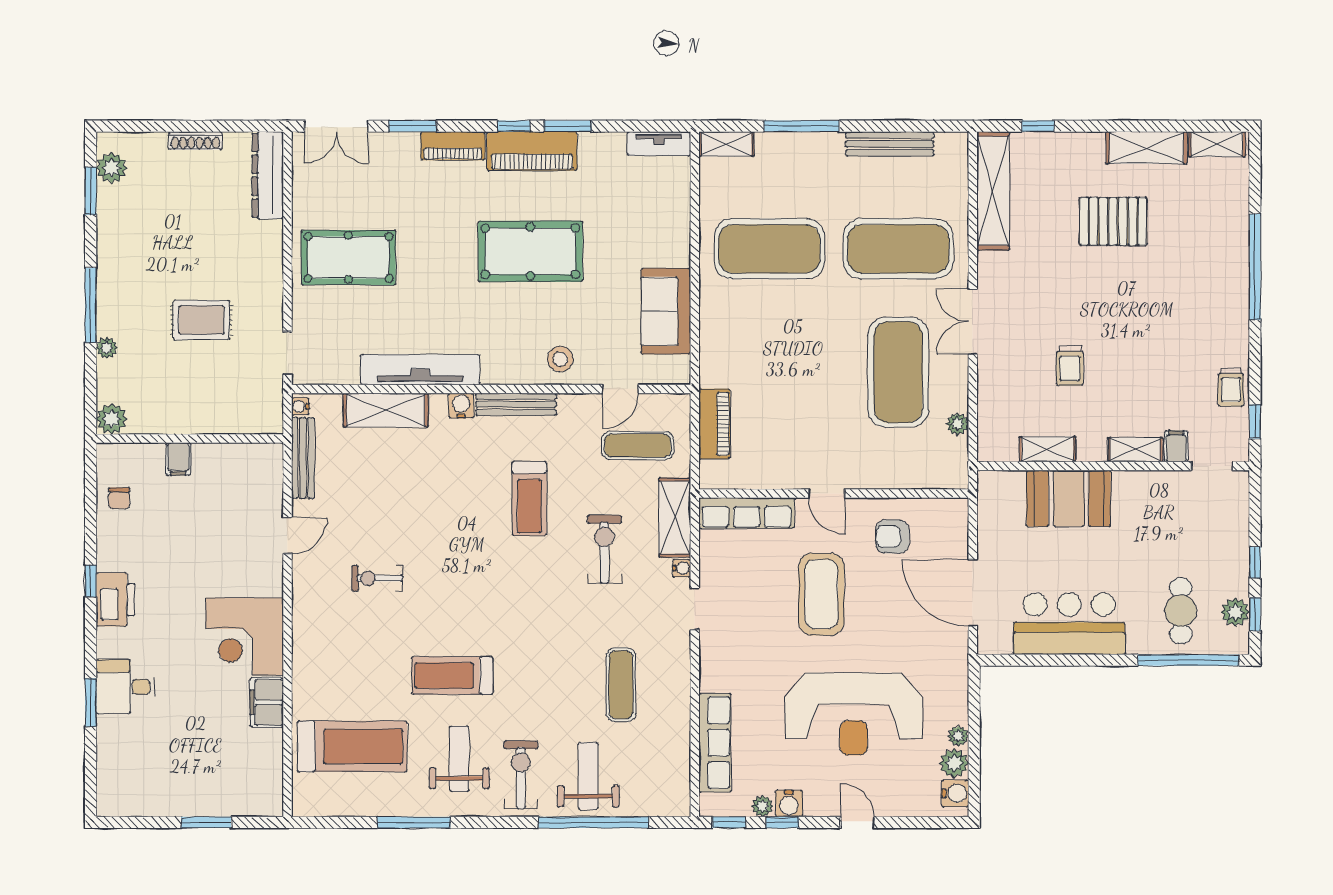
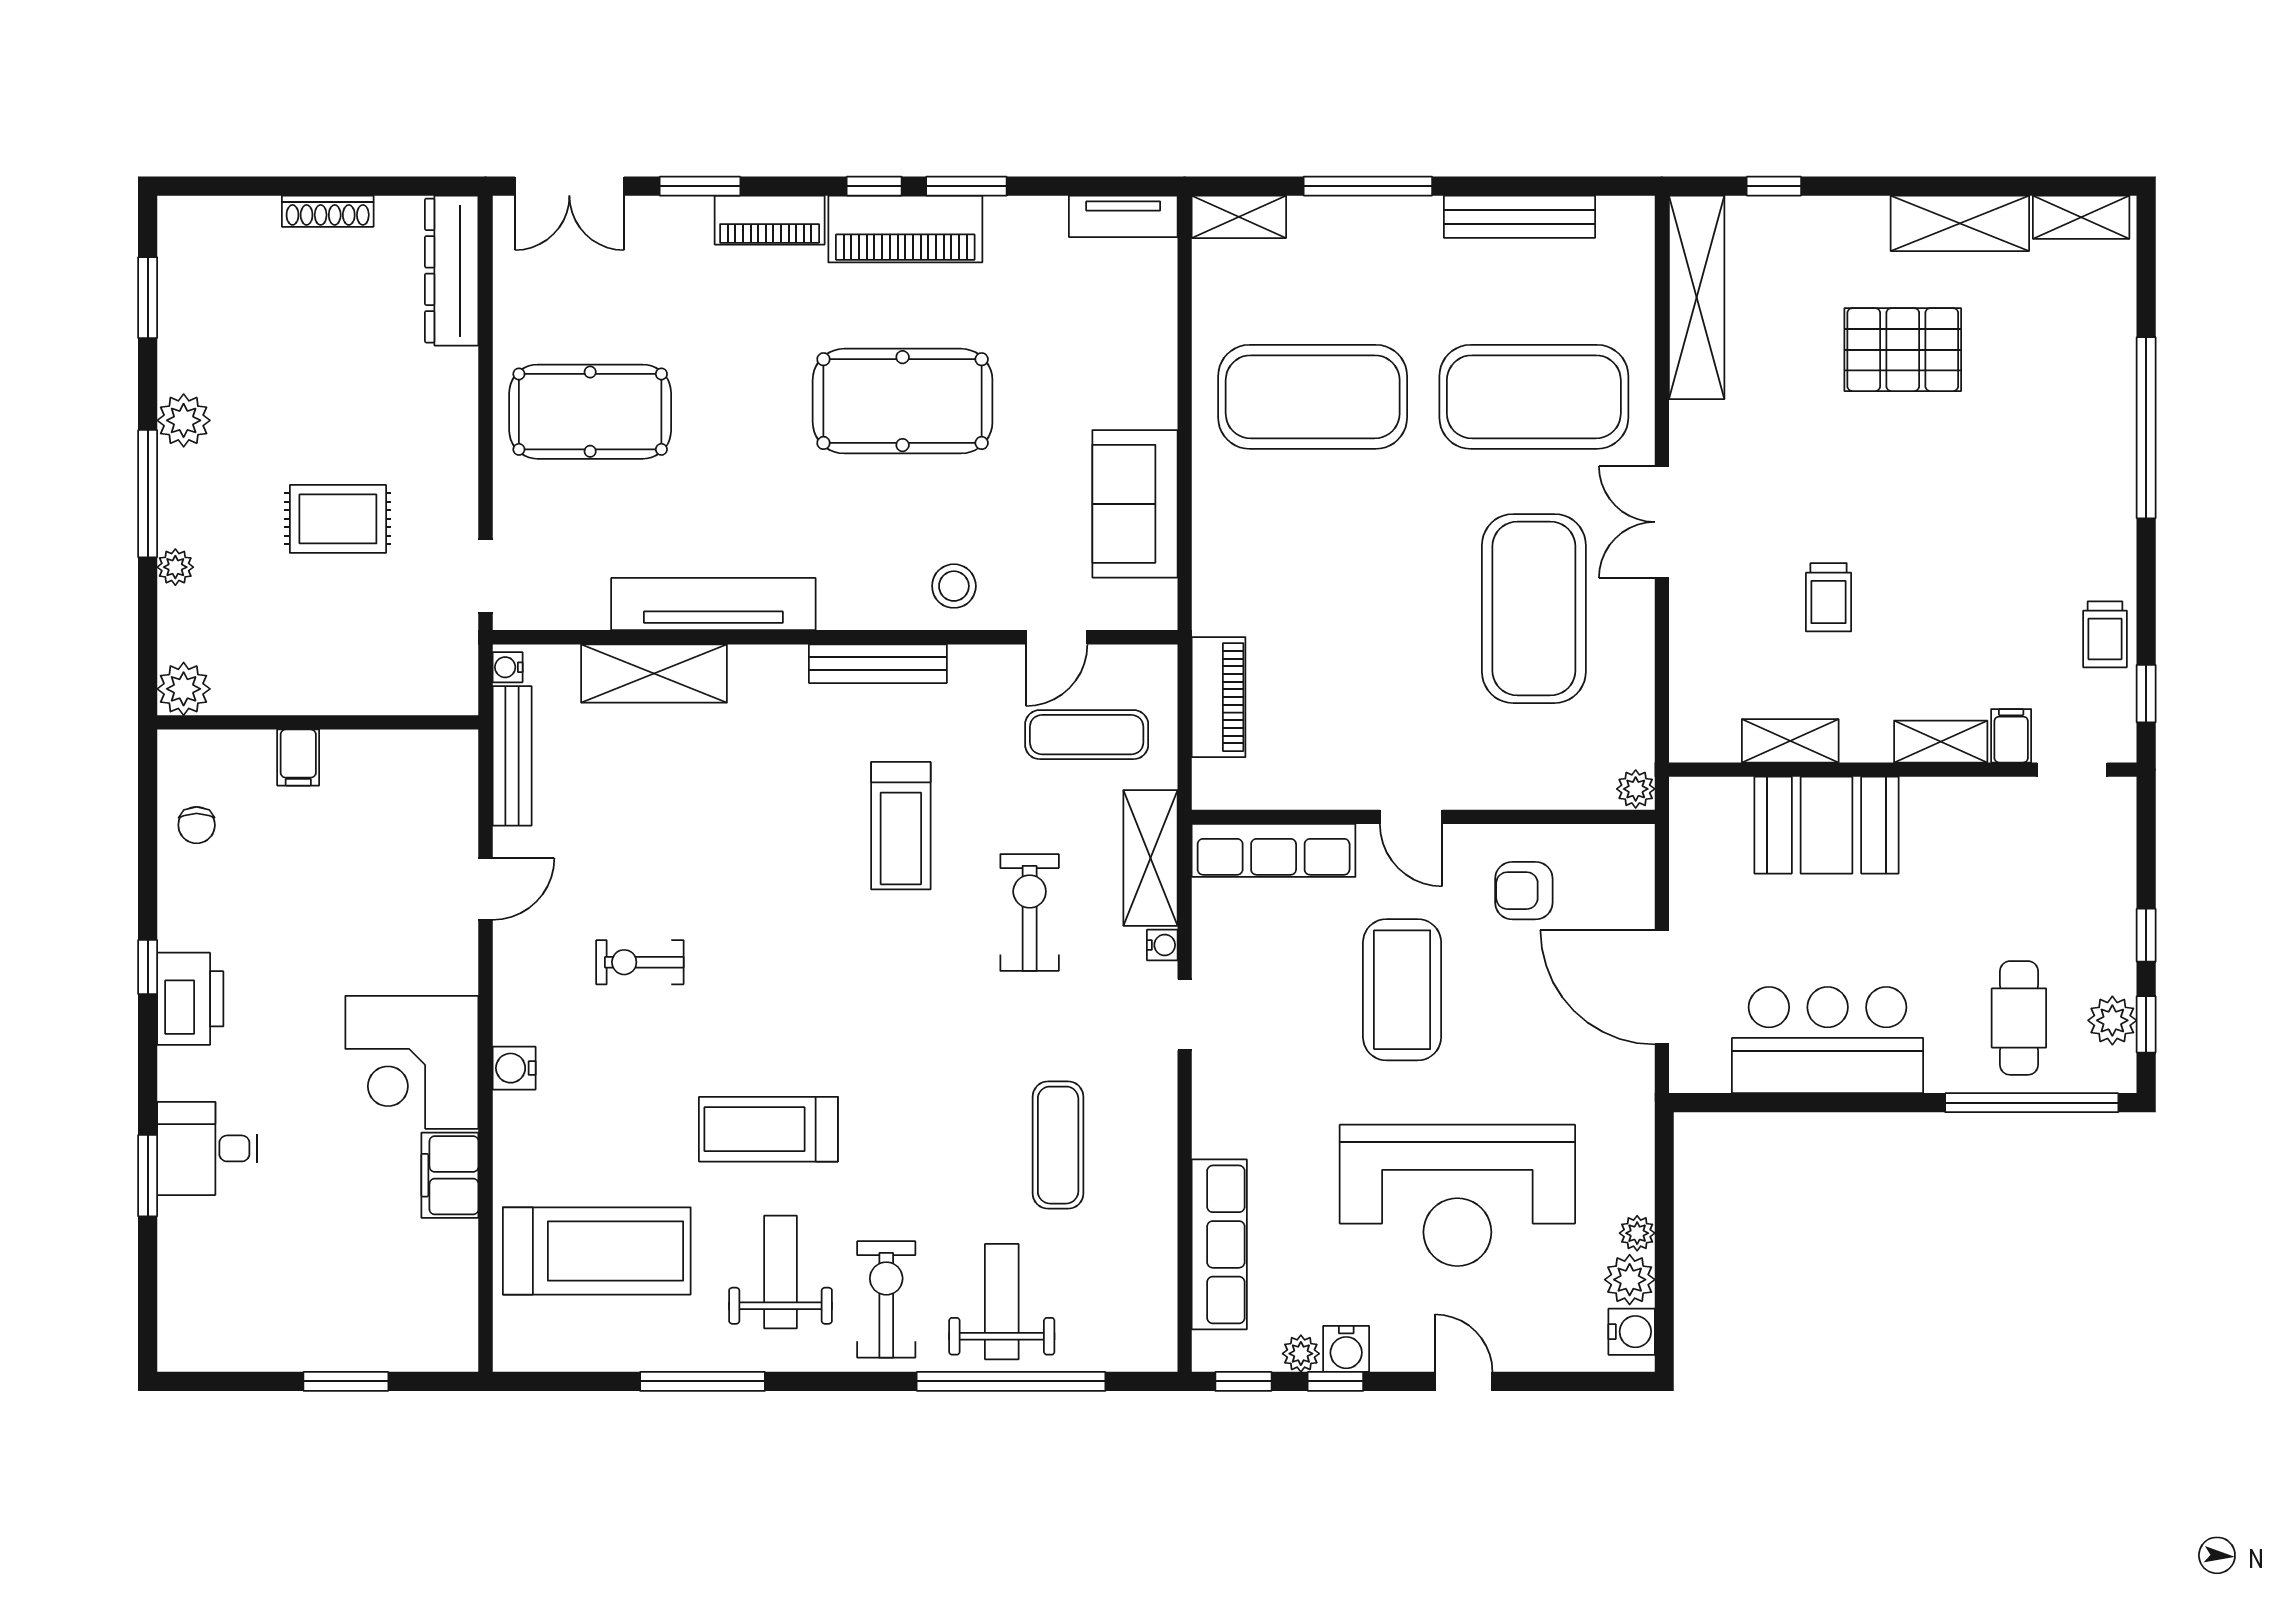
plant: (112, 168) -> (184, 420), moved
water cooler: (461, 406) -> (514, 1068), moved, turned -90
plant: (958, 424) -> (1636, 789), moved

